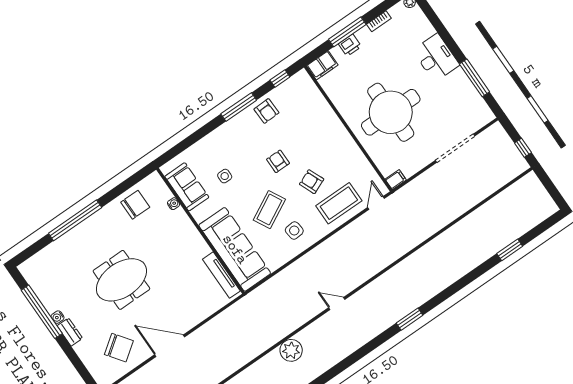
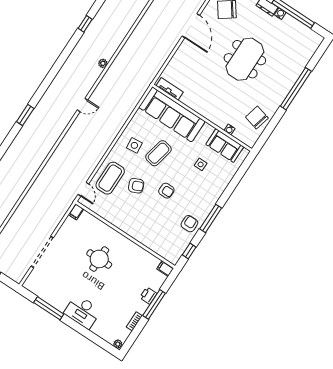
filing cabinet: (322, 65) -> (165, 269), width x0.50
armchair: (266, 111) -> (189, 224), turned 92
round table: (391, 112) -> (99, 259), width x0.54, depth x0.54
chair: (135, 205) -> (257, 118), turned 104
coffee table: (269, 210) -> (159, 153), turned 40
tv unit: (221, 275) -> (170, 89), width x0.71
door: (170, 346) -> (191, 26), hinge flipped
plant: (291, 350) -> (103, 63), width x0.53, depth x0.53

